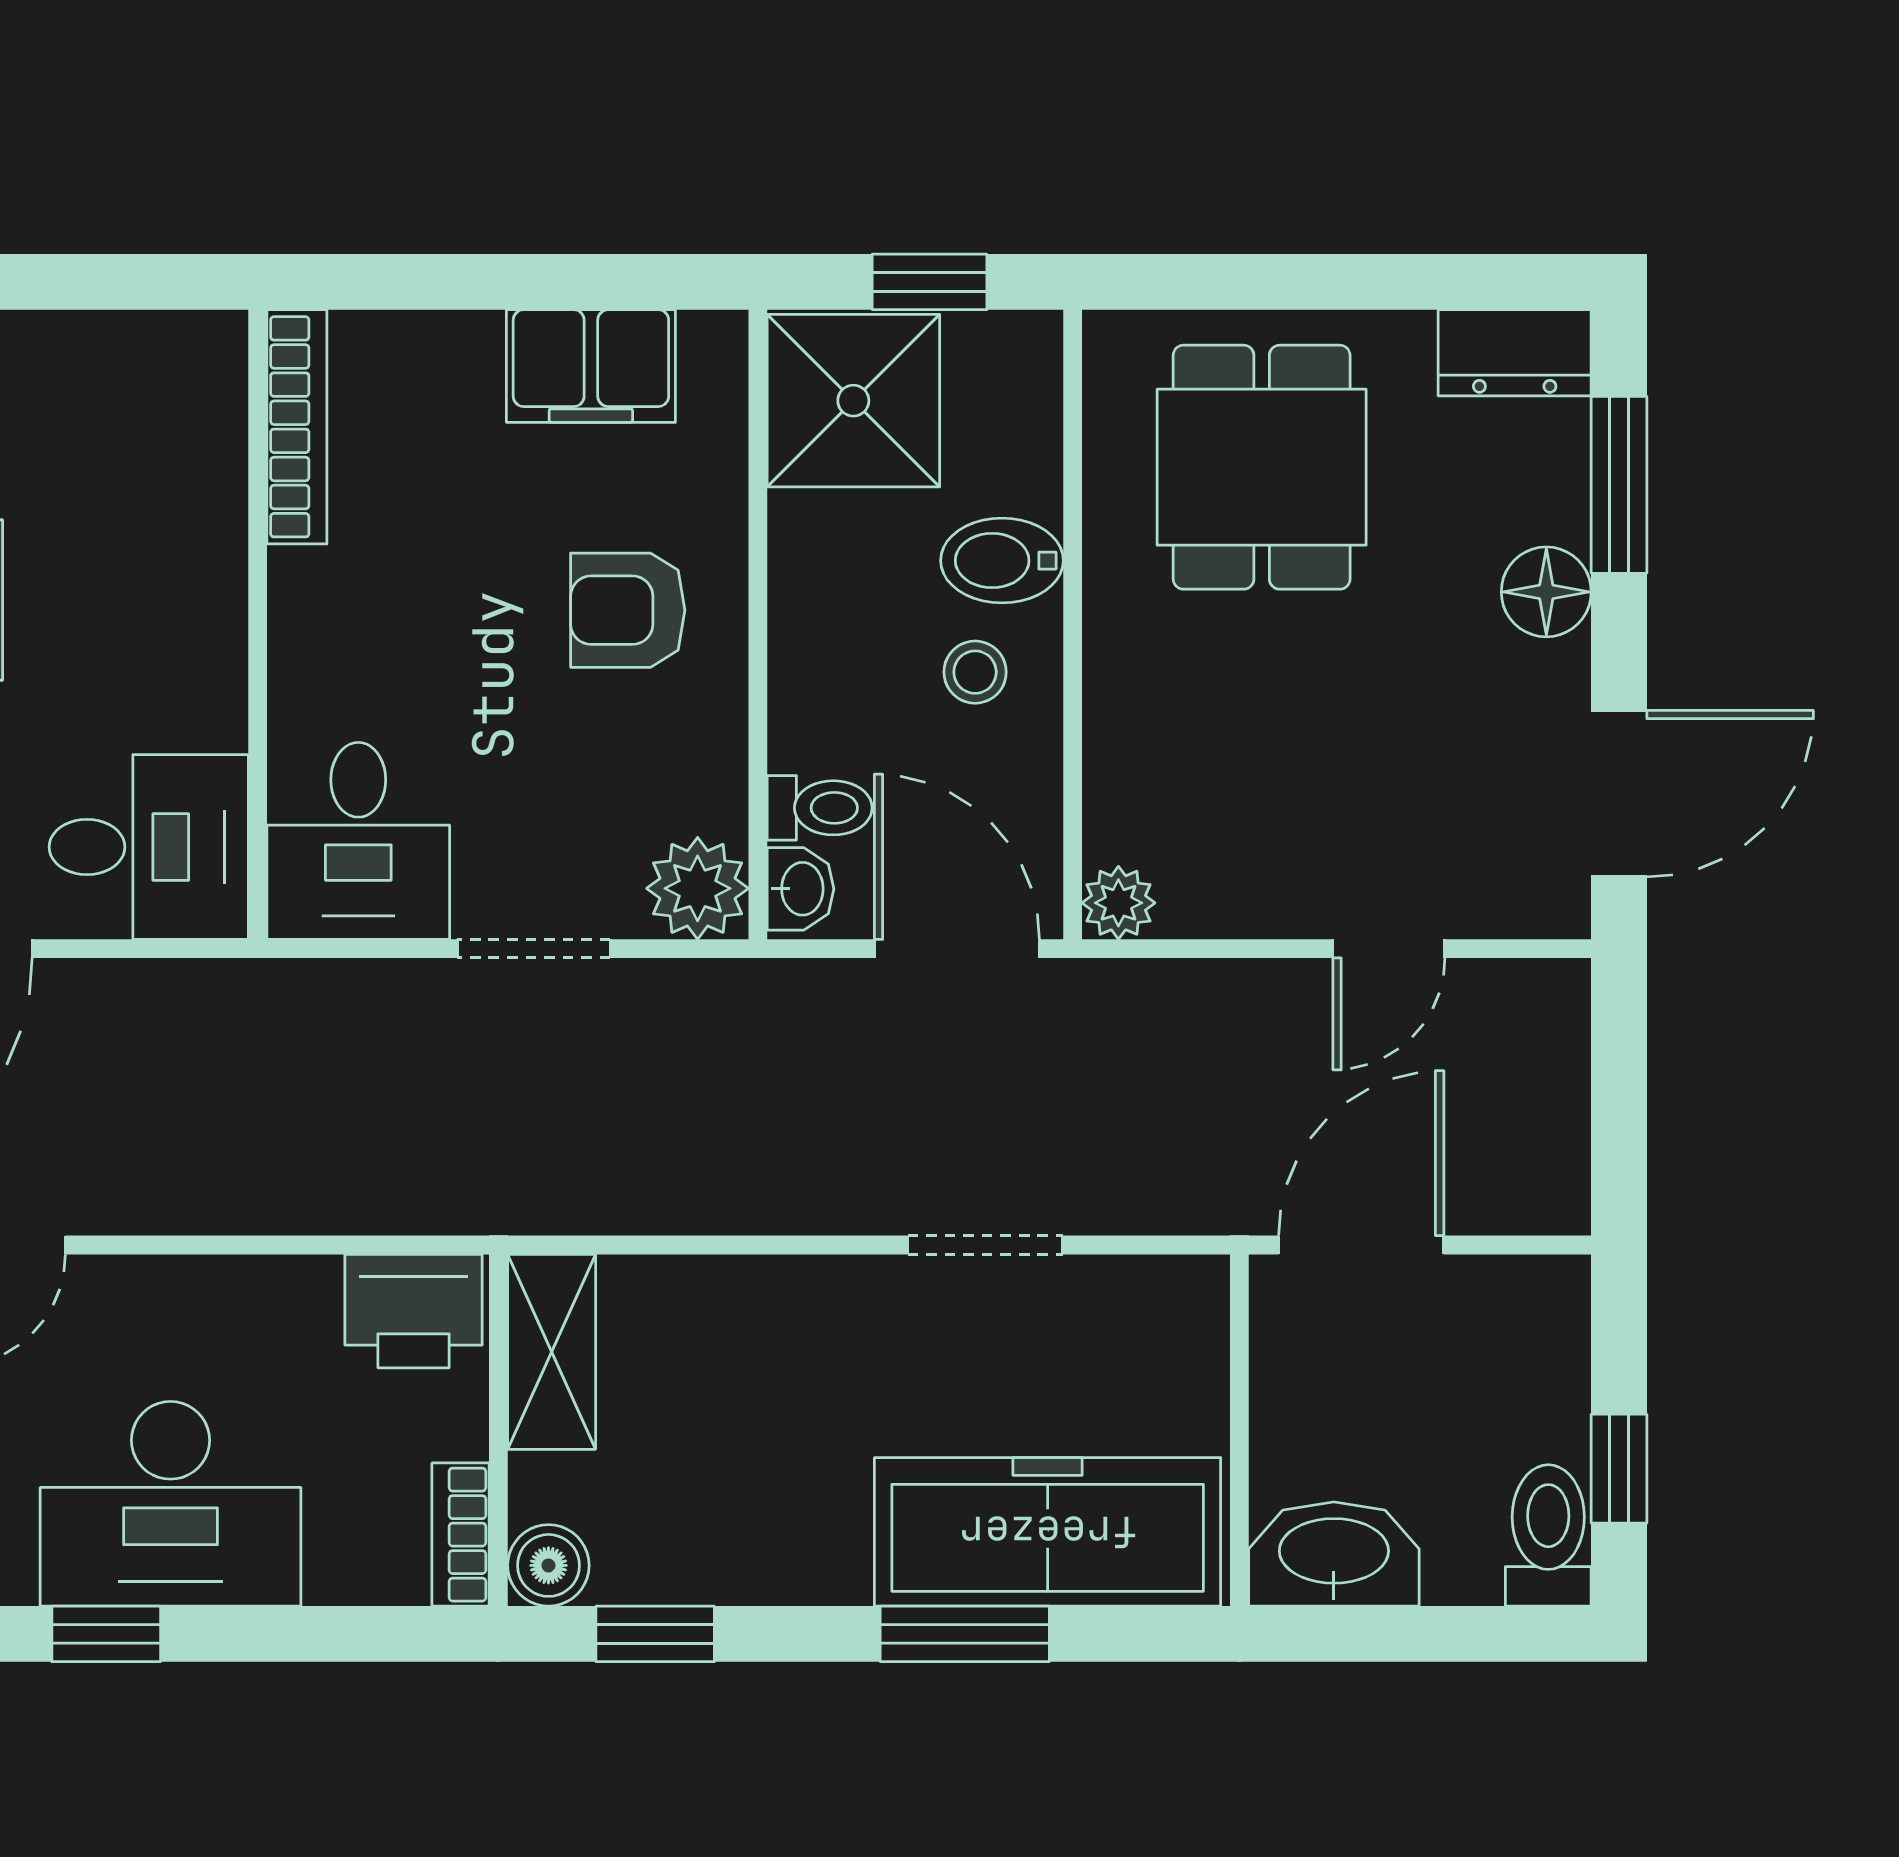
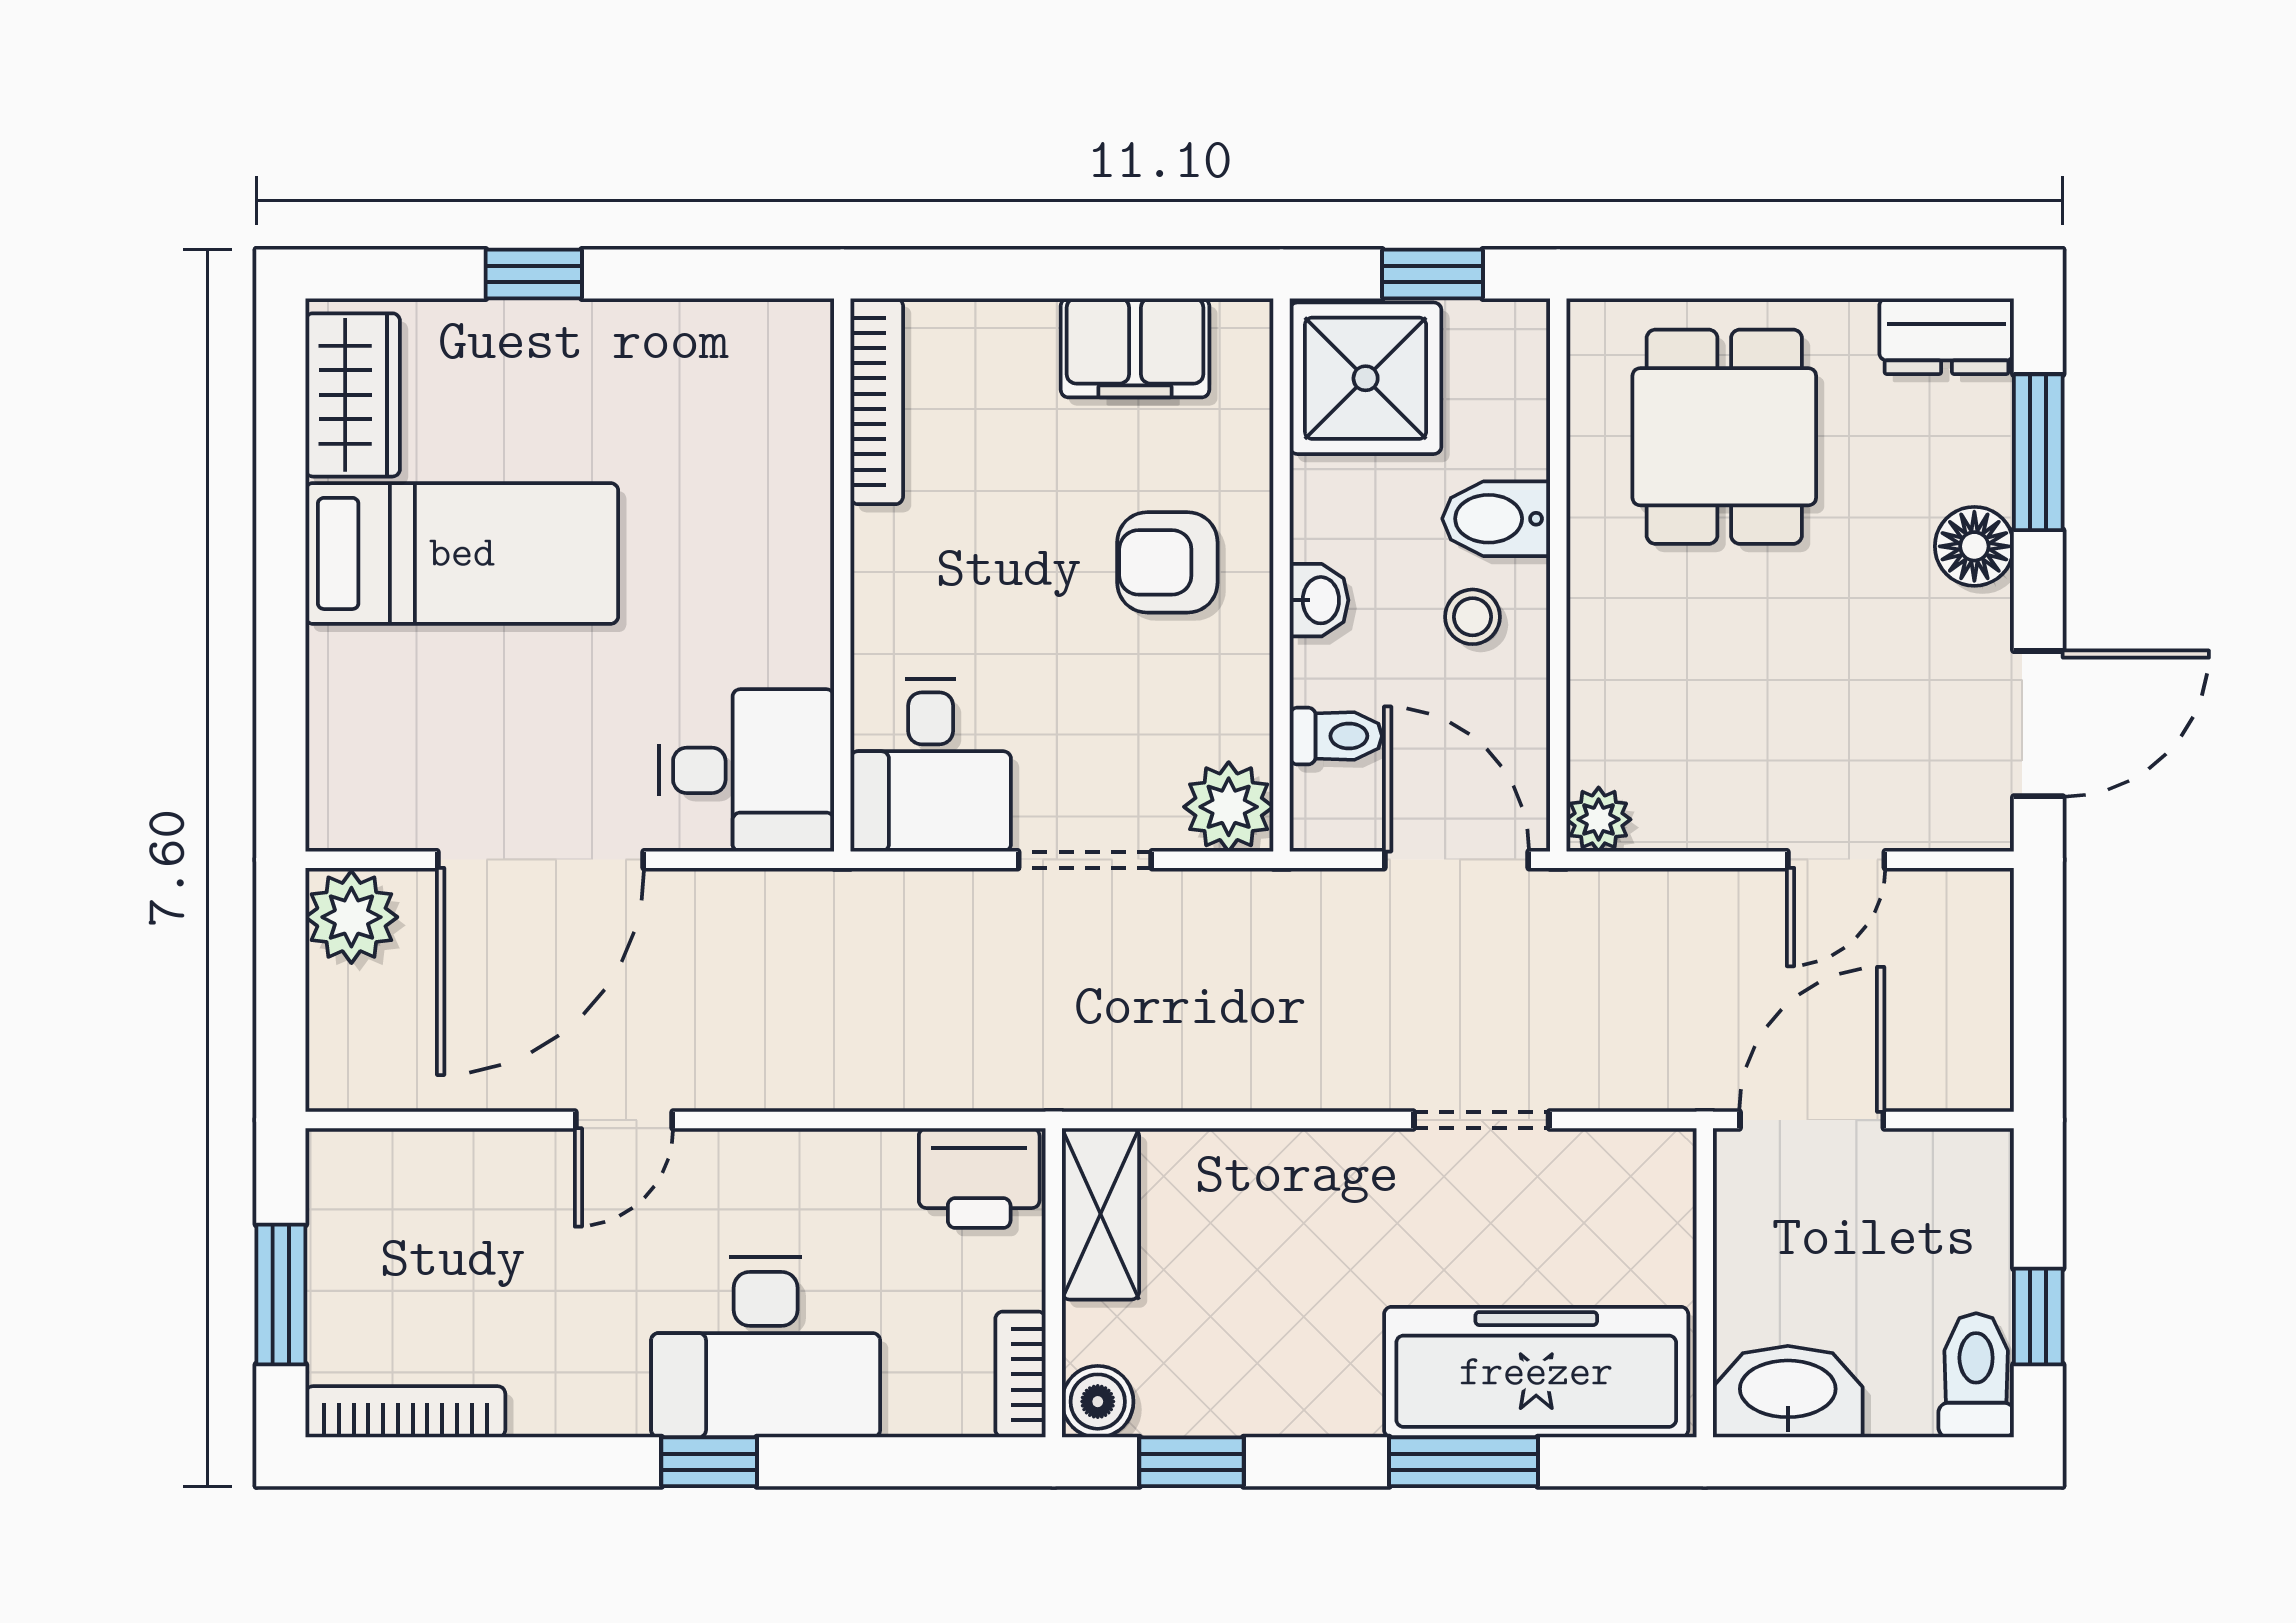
washbasin: (800, 889) -> (1319, 600), moved

